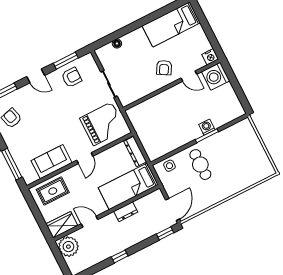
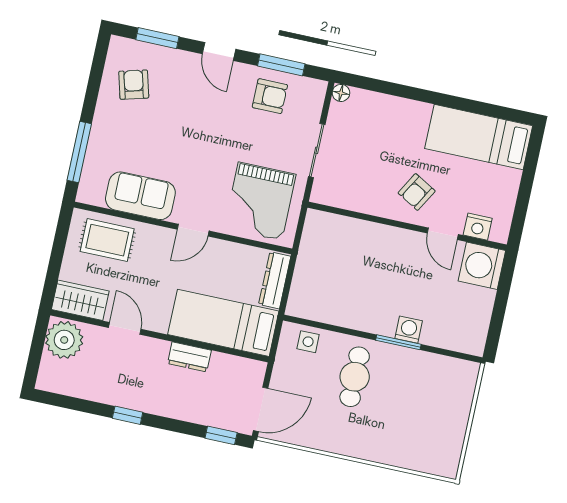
floor lamp: (117, 44) -> (341, 93), moved
nightstand: (210, 57) -> (478, 227), moved
grand piano: (103, 124) -> (260, 201), turned 90

